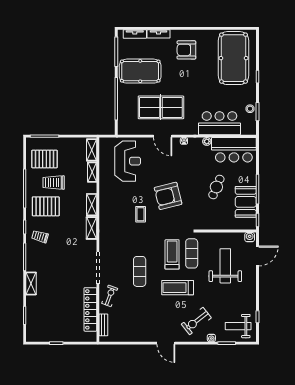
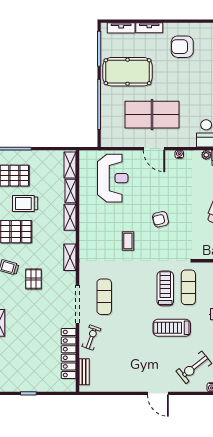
armchair: (168, 196) -> (160, 219), width x0.53, depth x0.53
shelving: (92, 205) -> (70, 217), moved
pallet: (61, 246) -> (34, 279), added
exercise mat: (140, 271) -> (104, 297), moved

